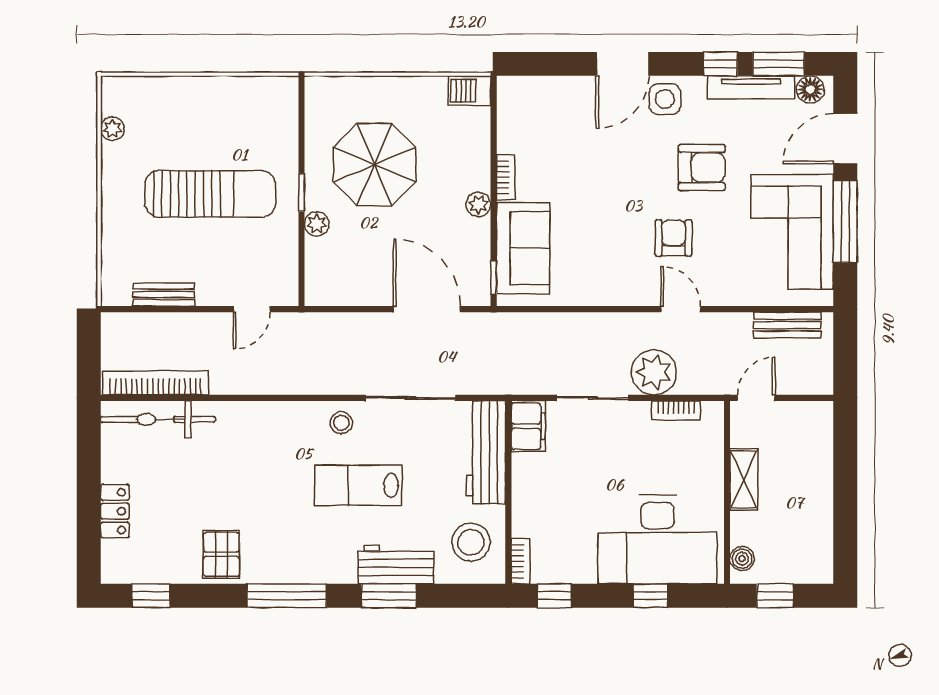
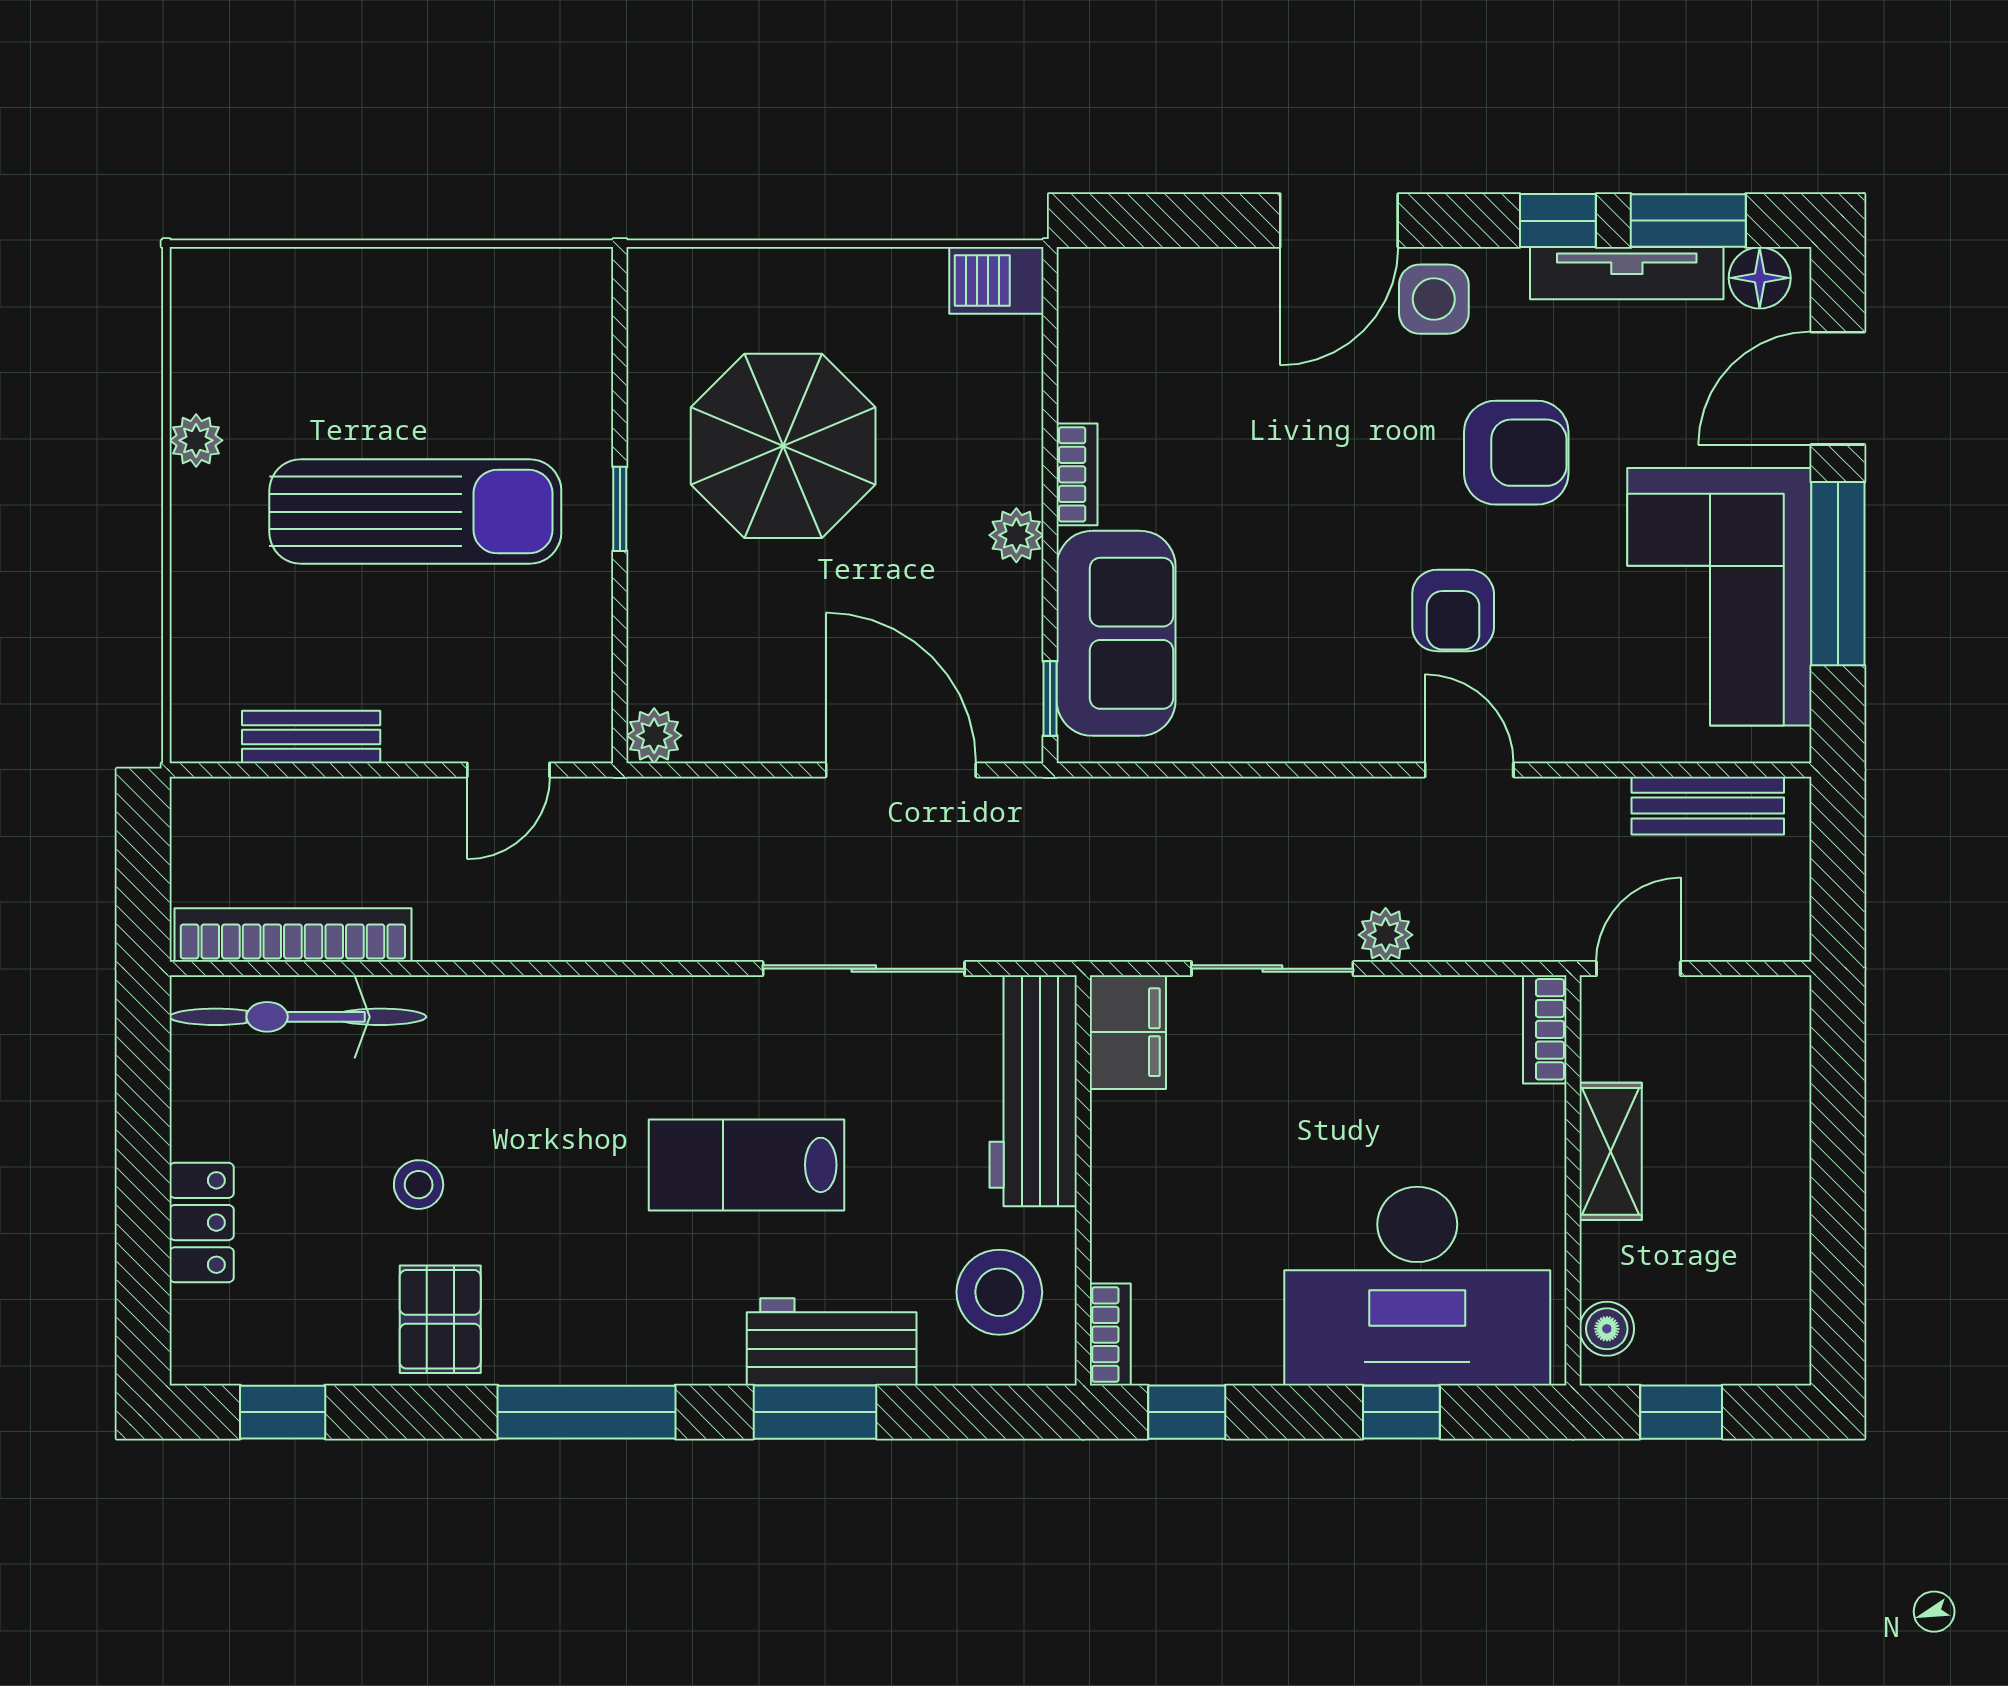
plant: (112, 129) -> (196, 440), moved
plant: (317, 224) -> (654, 736), moved
armchair: (673, 238) -> (1453, 610), turned 180
plant: (654, 372) -> (1386, 935), width x0.53, depth x0.53
bookcase: (676, 410) -> (1545, 1029), moved, turned 90
stool: (341, 423) -> (419, 1185), moved

